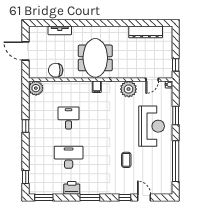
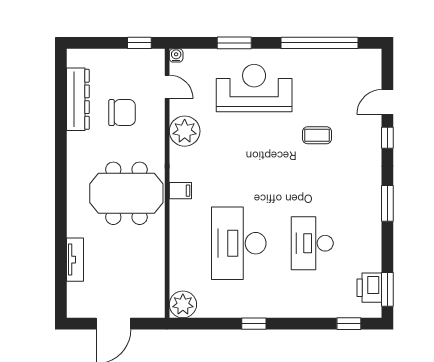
chair: (56, 70) -> (122, 113), moved, turned -90
desk: (69, 118) -> (239, 243), width x1.87, depth x1.30
printer: (72, 188) -> (369, 288), moved

